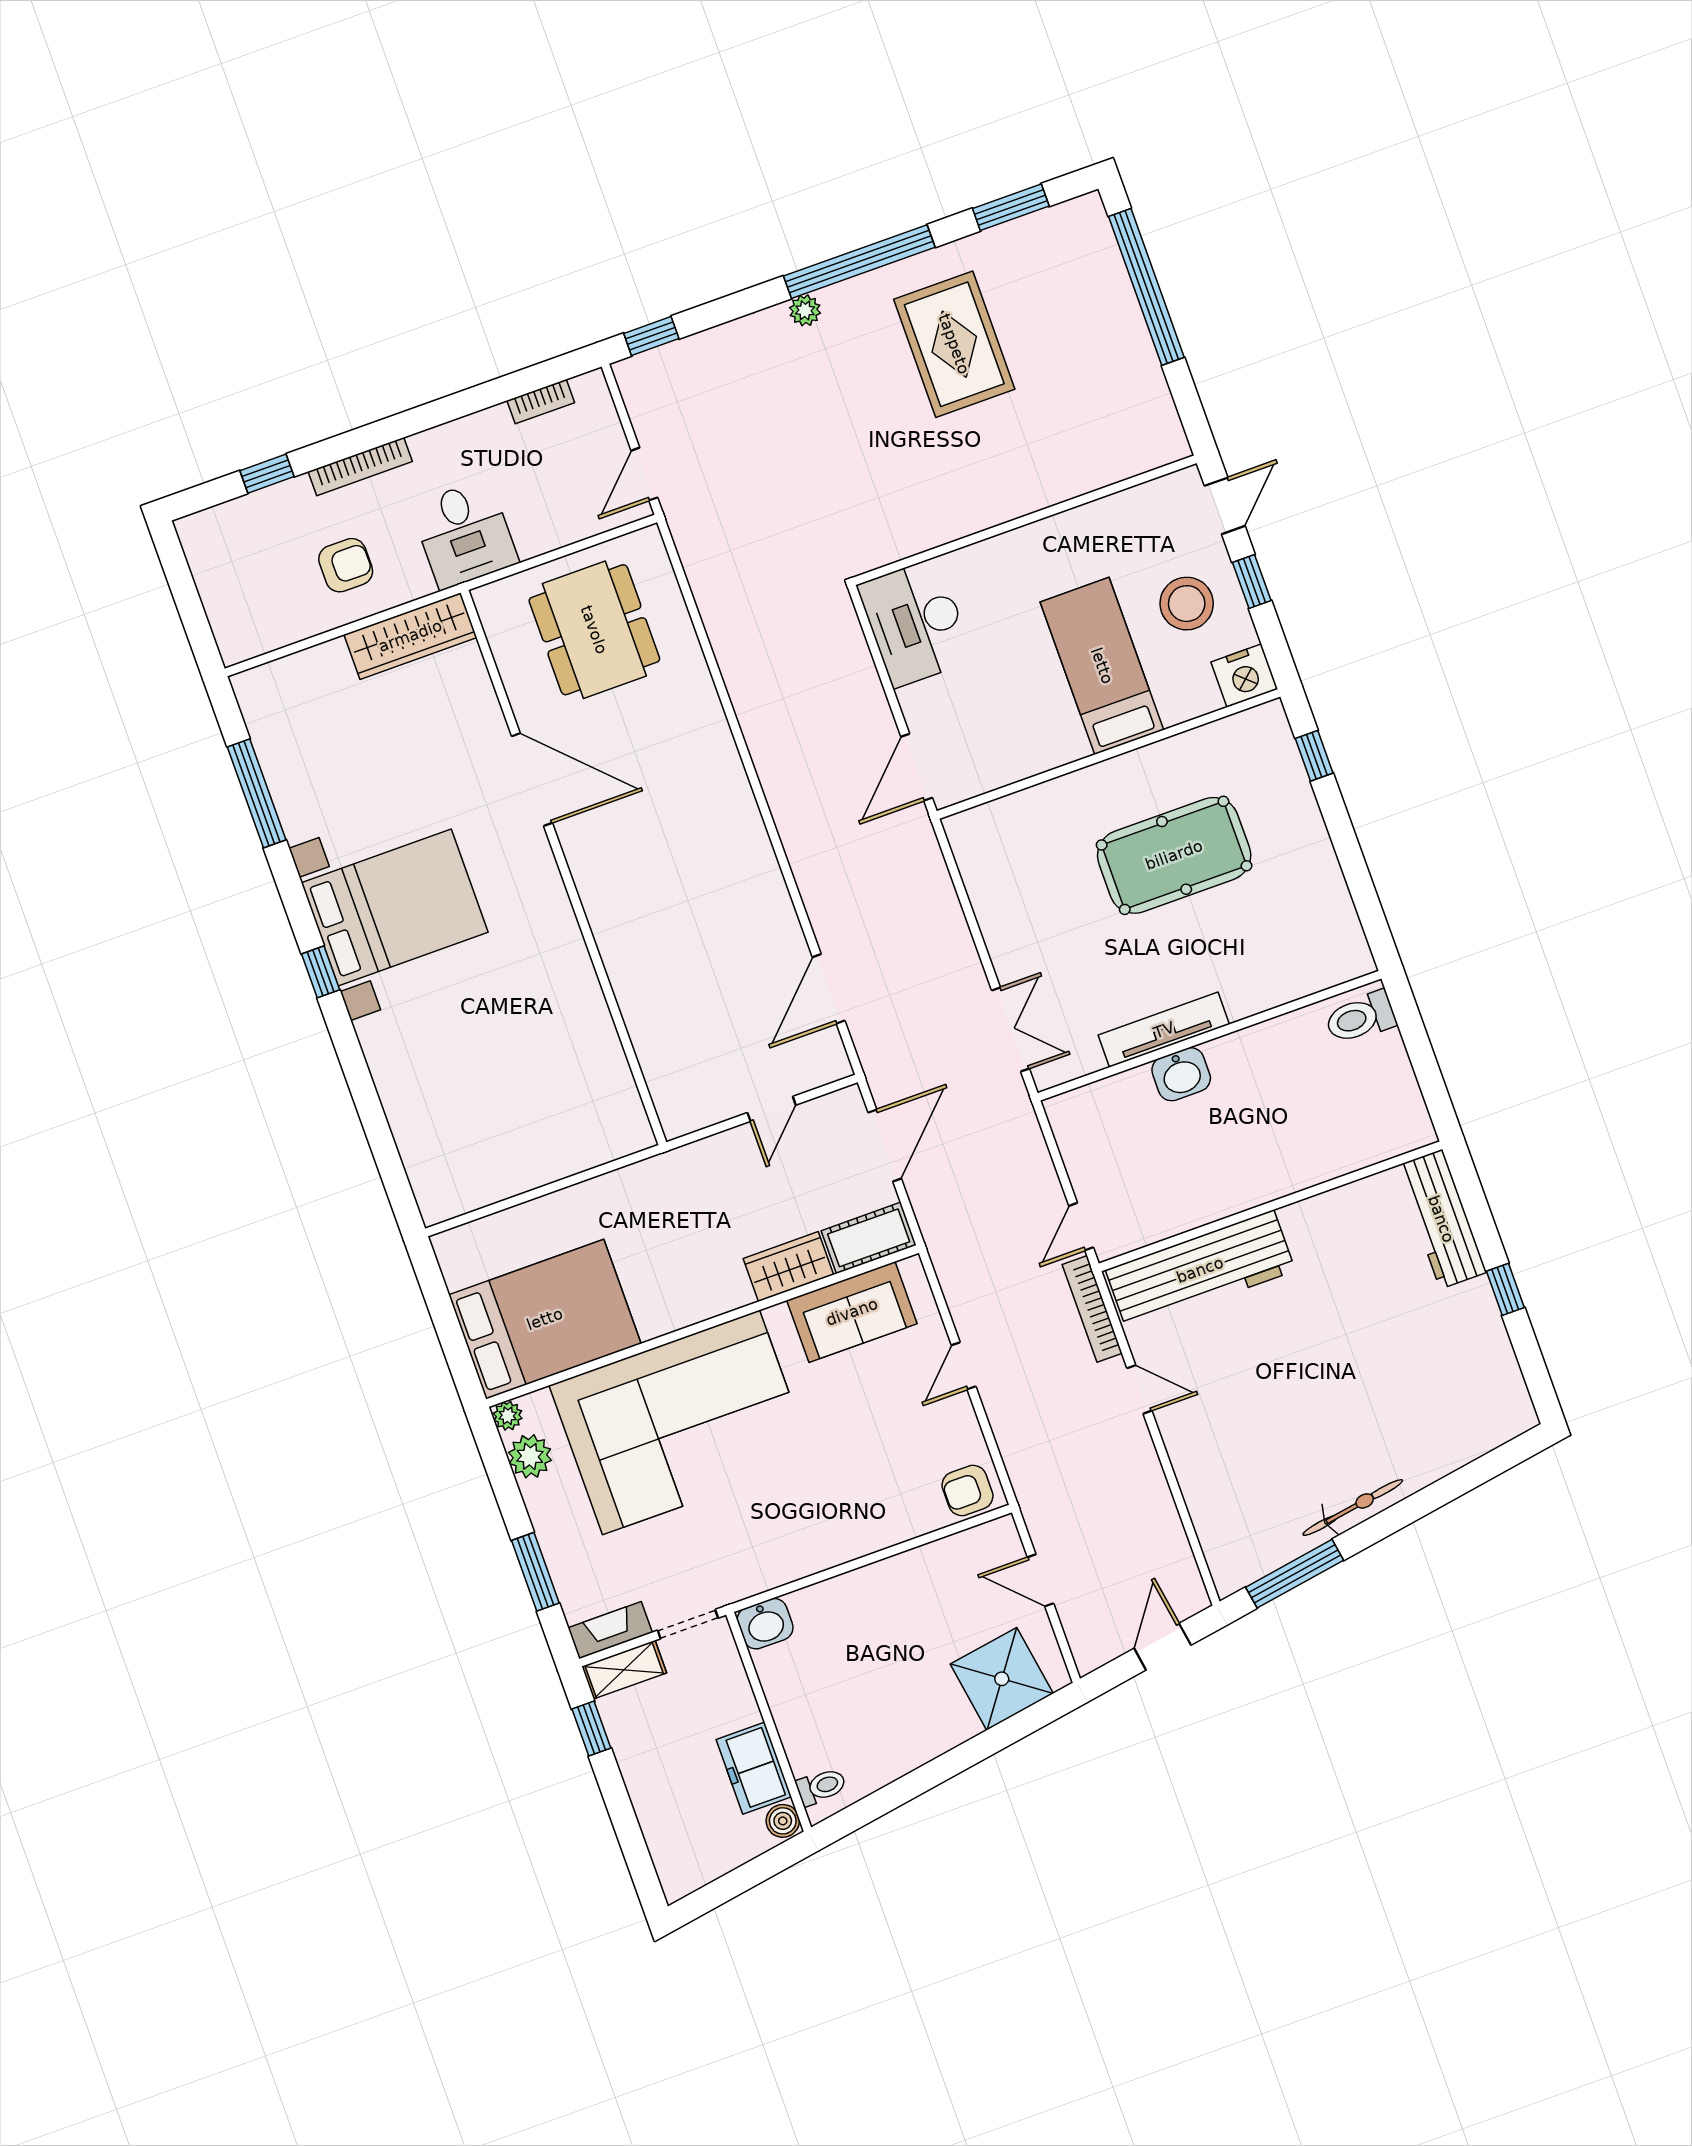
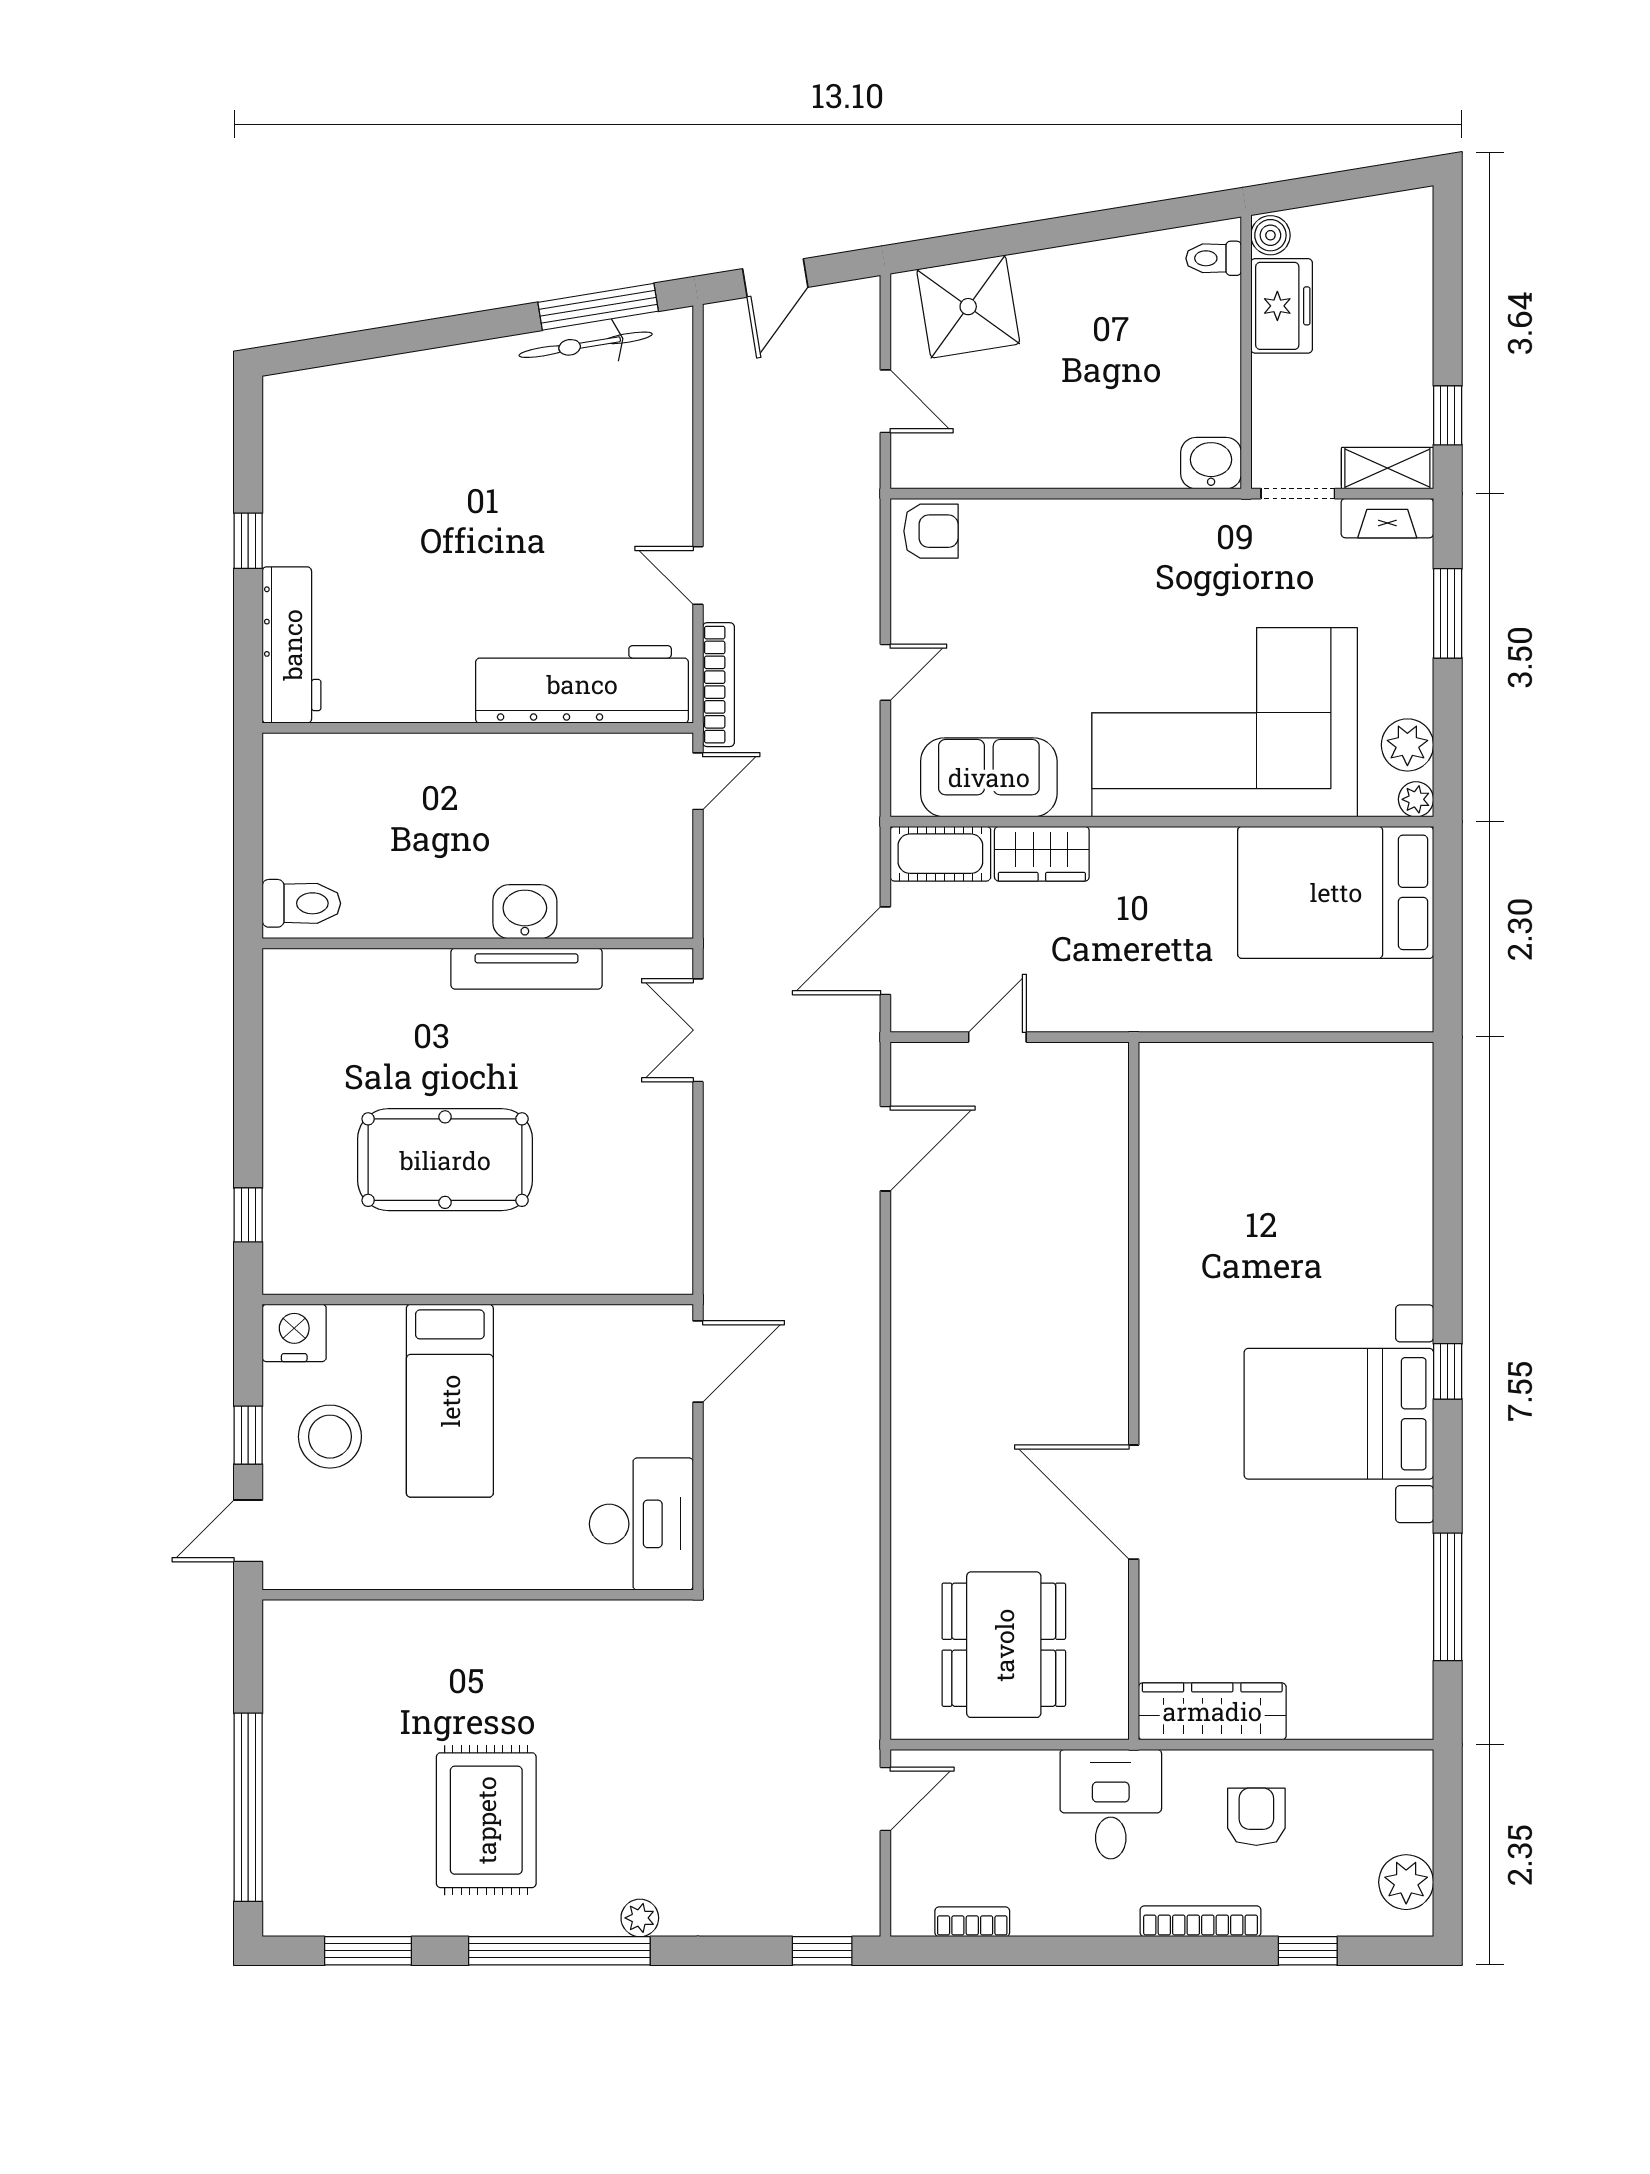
plant: (209, 556) -> (1406, 1882), added
armchair: (346, 565) -> (1256, 1817), turned 90
bicycle: (1353, 1508) -> (586, 345), moved

